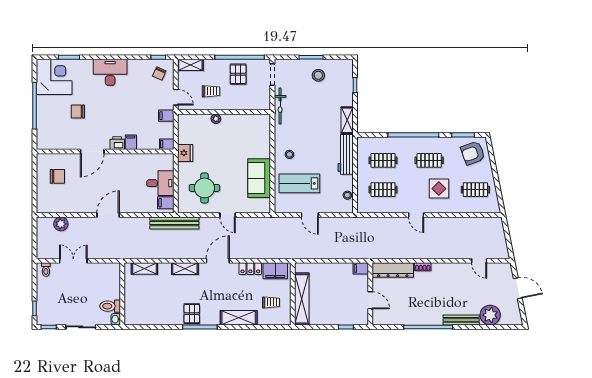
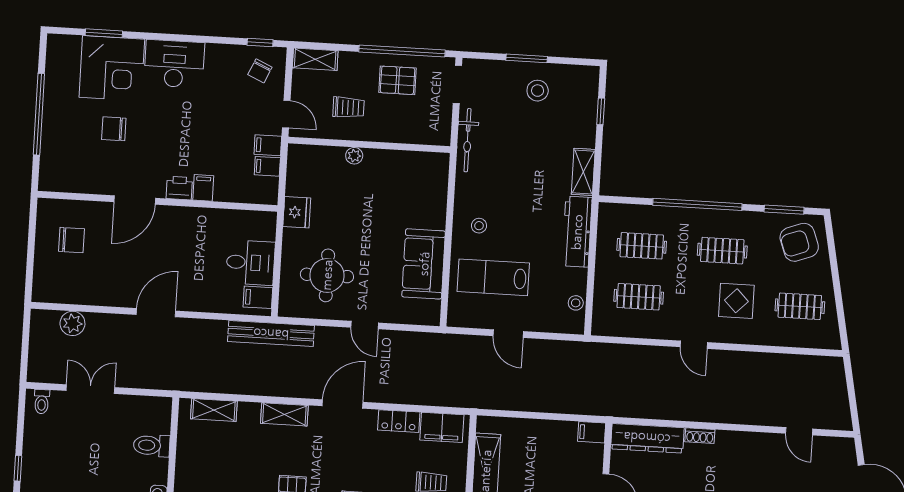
pallet: (238, 74) -> (398, 80), turned 90
corner desk: (54, 77) -> (112, 68), moved, turned 90
filing cabinet: (167, 144) -> (267, 166), moved
toilet: (110, 306) -> (152, 445), moved

